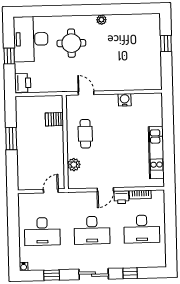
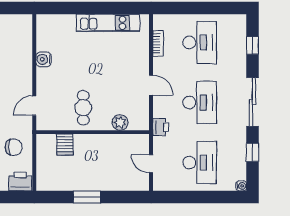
chair: (51, 77) -> (14, 147), added
cafe table: (85, 134) -> (83, 108), turned 90
door: (51, 191) -> (151, 164), moved
printer: (121, 197) -> (161, 127), moved
window: (130, 273) -> (252, 45), moved
sliding door: (94, 274) -> (252, 102), width x1.37

